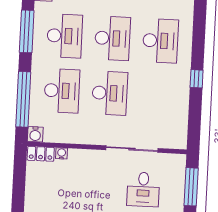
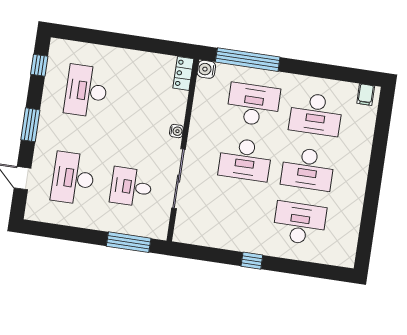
window: (27, 31) -> (325, 71), removed
desk: (160, 41) -> (300, 223), turned 180
desk: (62, 91) -> (253, 105), turned 180
water cooler: (62, 153) -> (176, 131), moved

